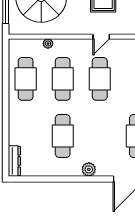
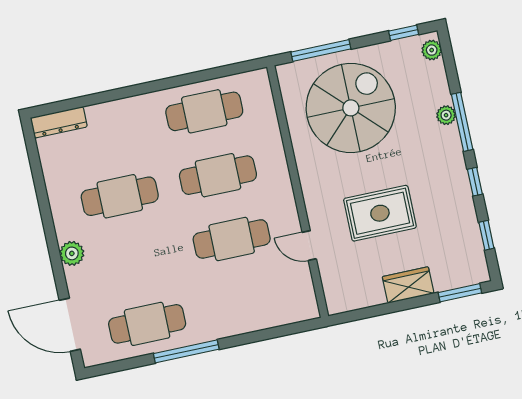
door: (101, 37) -> (309, 246), moved
plant: (48, 44) -> (273, 137), removed

